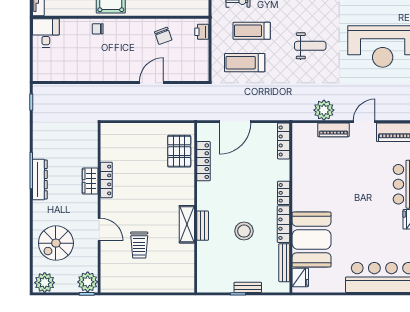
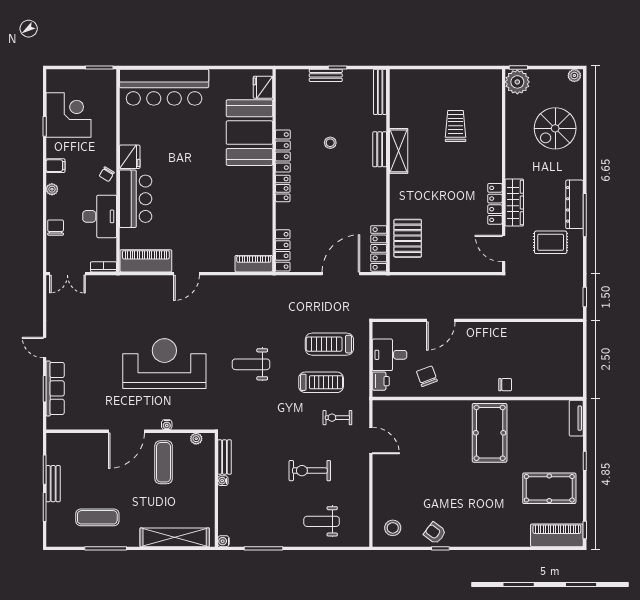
desk: (46, 33) -> (390, 355), moved, turned 90
treadmill: (245, 63) -> (329, 344), turned 180
plant: (324, 110) -> (235, 287), removed
piano: (333, 130) -> (254, 264), moved
rug: (60, 148) -> (551, 242), added
locker: (203, 161) -> (379, 248), moved
wardrobe: (90, 181) -> (514, 203), width x1.50
door: (99, 229) -> (504, 249), moved
stool: (244, 231) -> (330, 143), width x0.53, depth x0.53
spiral stairs: (56, 243) -> (555, 128), turned 180
bench: (284, 263) -> (380, 92), moved
plant: (45, 283) -> (574, 76), width x0.53, depth x0.53

